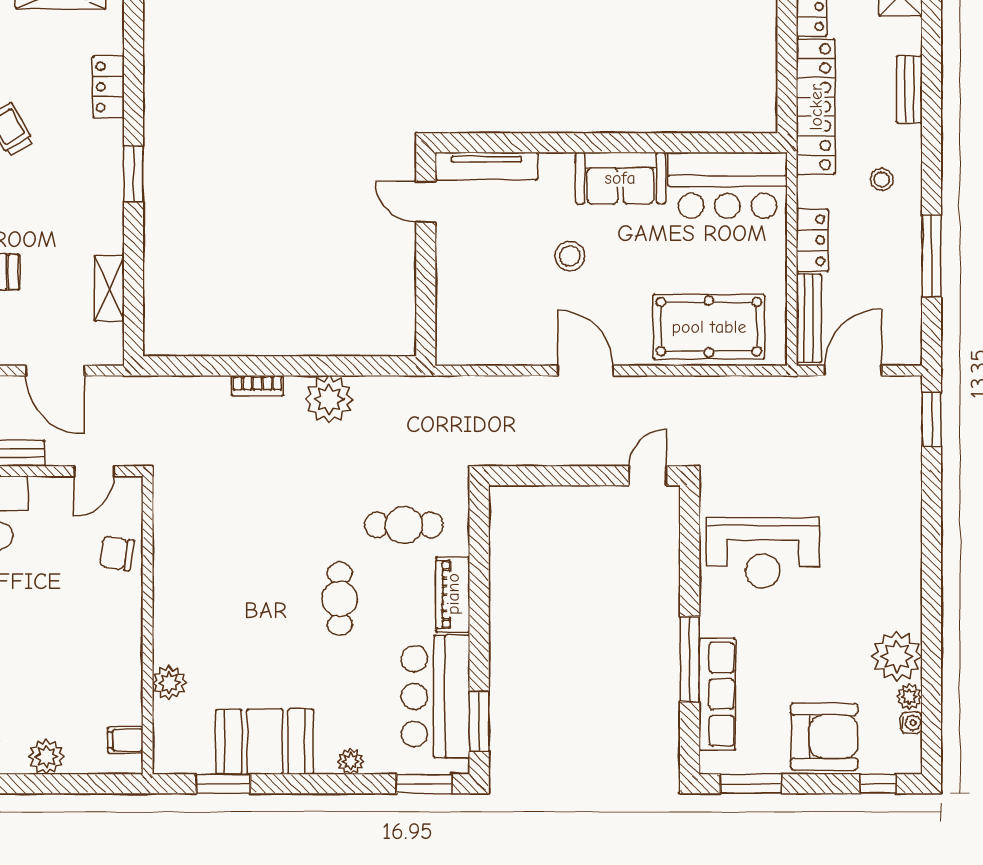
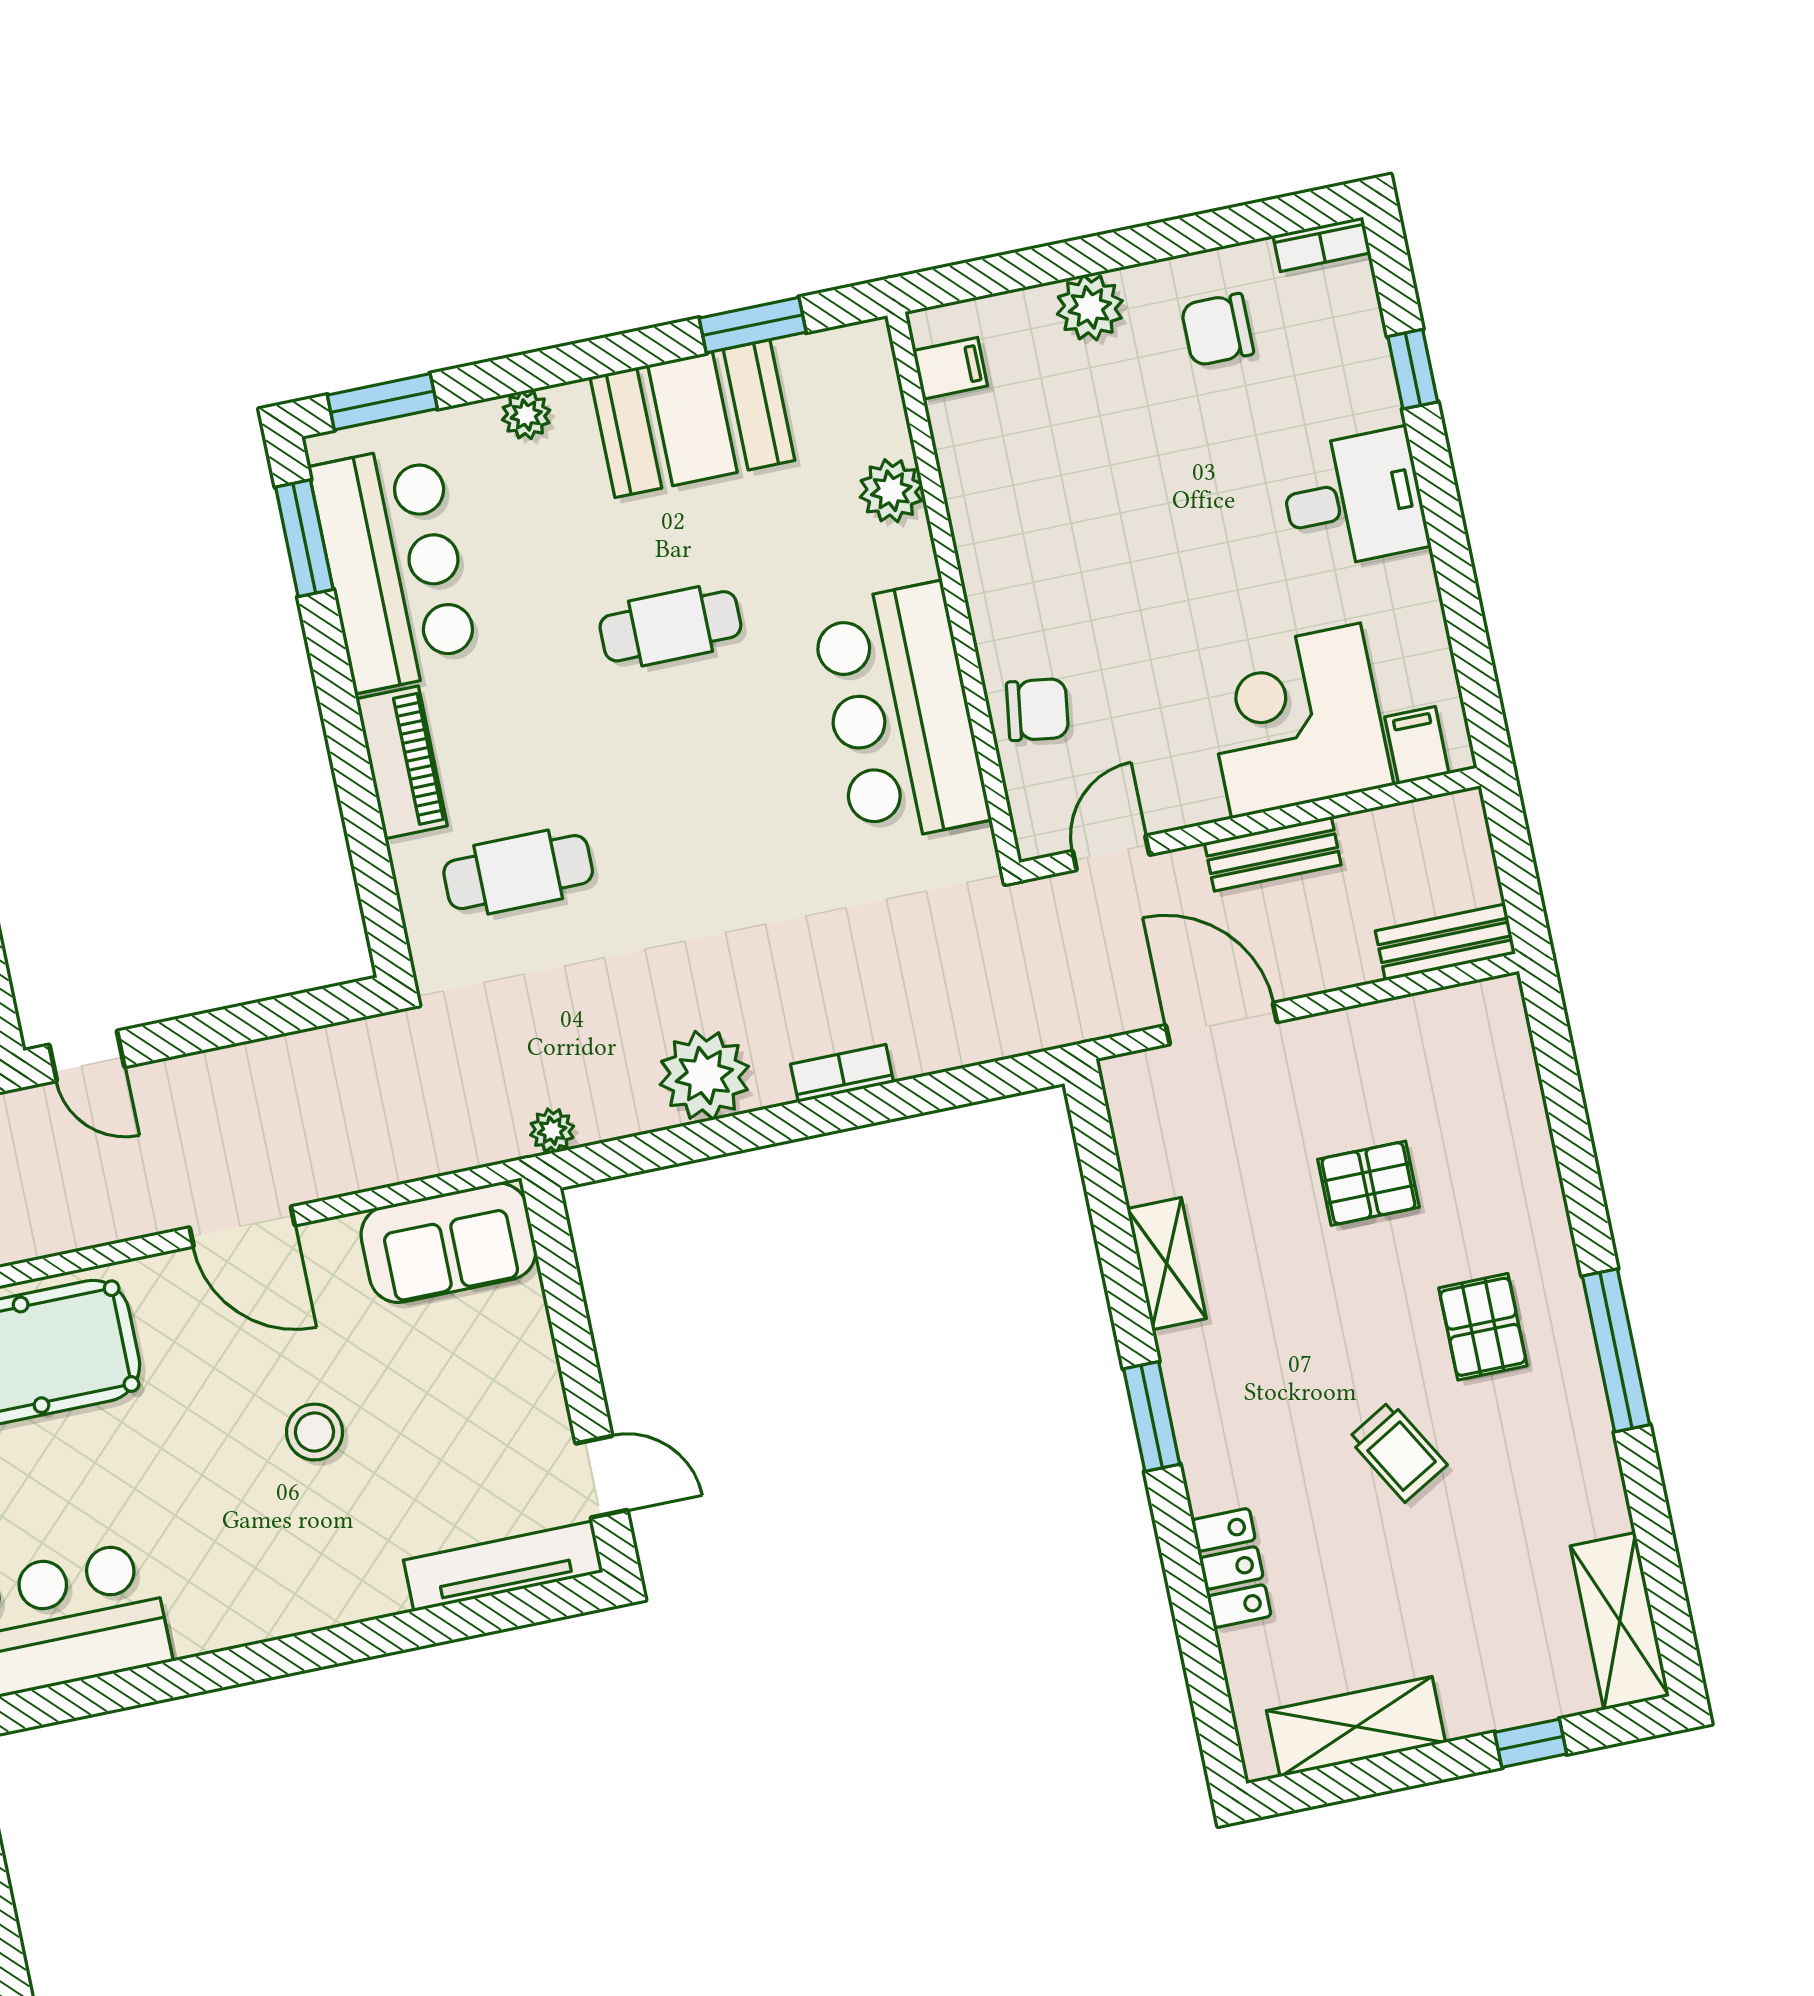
sofa: (620, 178) -> (448, 1243), moved, turned 180
shelving: (109, 288) -> (1167, 1264), moved
plant: (414, 387) -> (552, 1131), added
door: (648, 476) -> (87, 1056), hinge flipped
bar counter: (188, 566) -> (900, 714), added
cafe table: (340, 599) -> (670, 626), moved, turned 90

